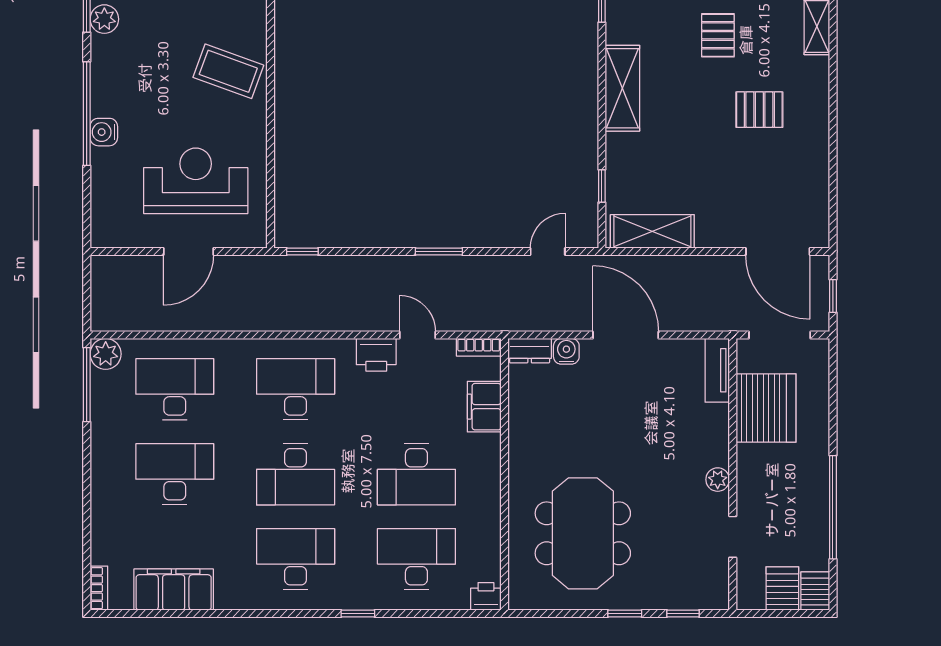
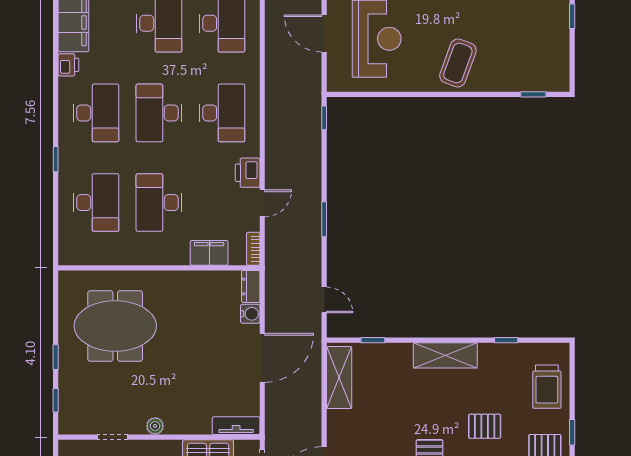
printer: (486, 596) -> (68, 65), moved

